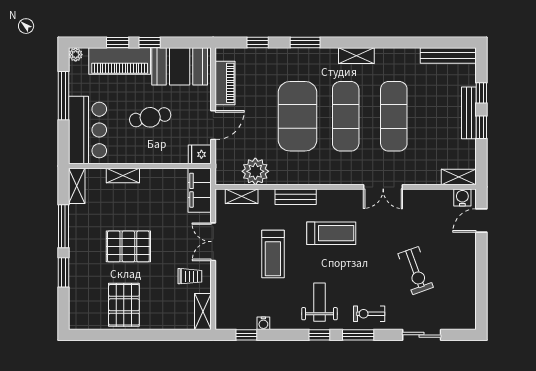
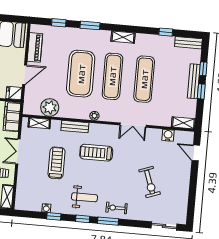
window: (420, 42) -> (166, 32), added
bench: (448, 56) -> (188, 43), width x0.73
plant: (324, 178) -> (94, 116), added
water cooler: (462, 198) -> (168, 135), moved
door: (481, 220) -> (196, 153), hinge flipped
treadmill: (331, 233) -> (96, 153), turned 180
treadmill: (273, 254) -> (57, 163), turned 180
weight bench: (319, 302) -> (84, 197), turned 90
window: (246, 335) -> (54, 216), moved
sliding door: (422, 335) -> (164, 226), moved

